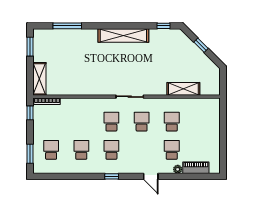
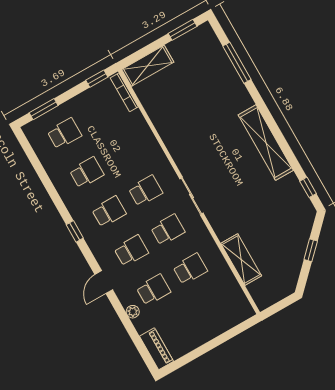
school desk: (142, 150) -> (131, 251), added
piano: (196, 168) -> (157, 349), moved

